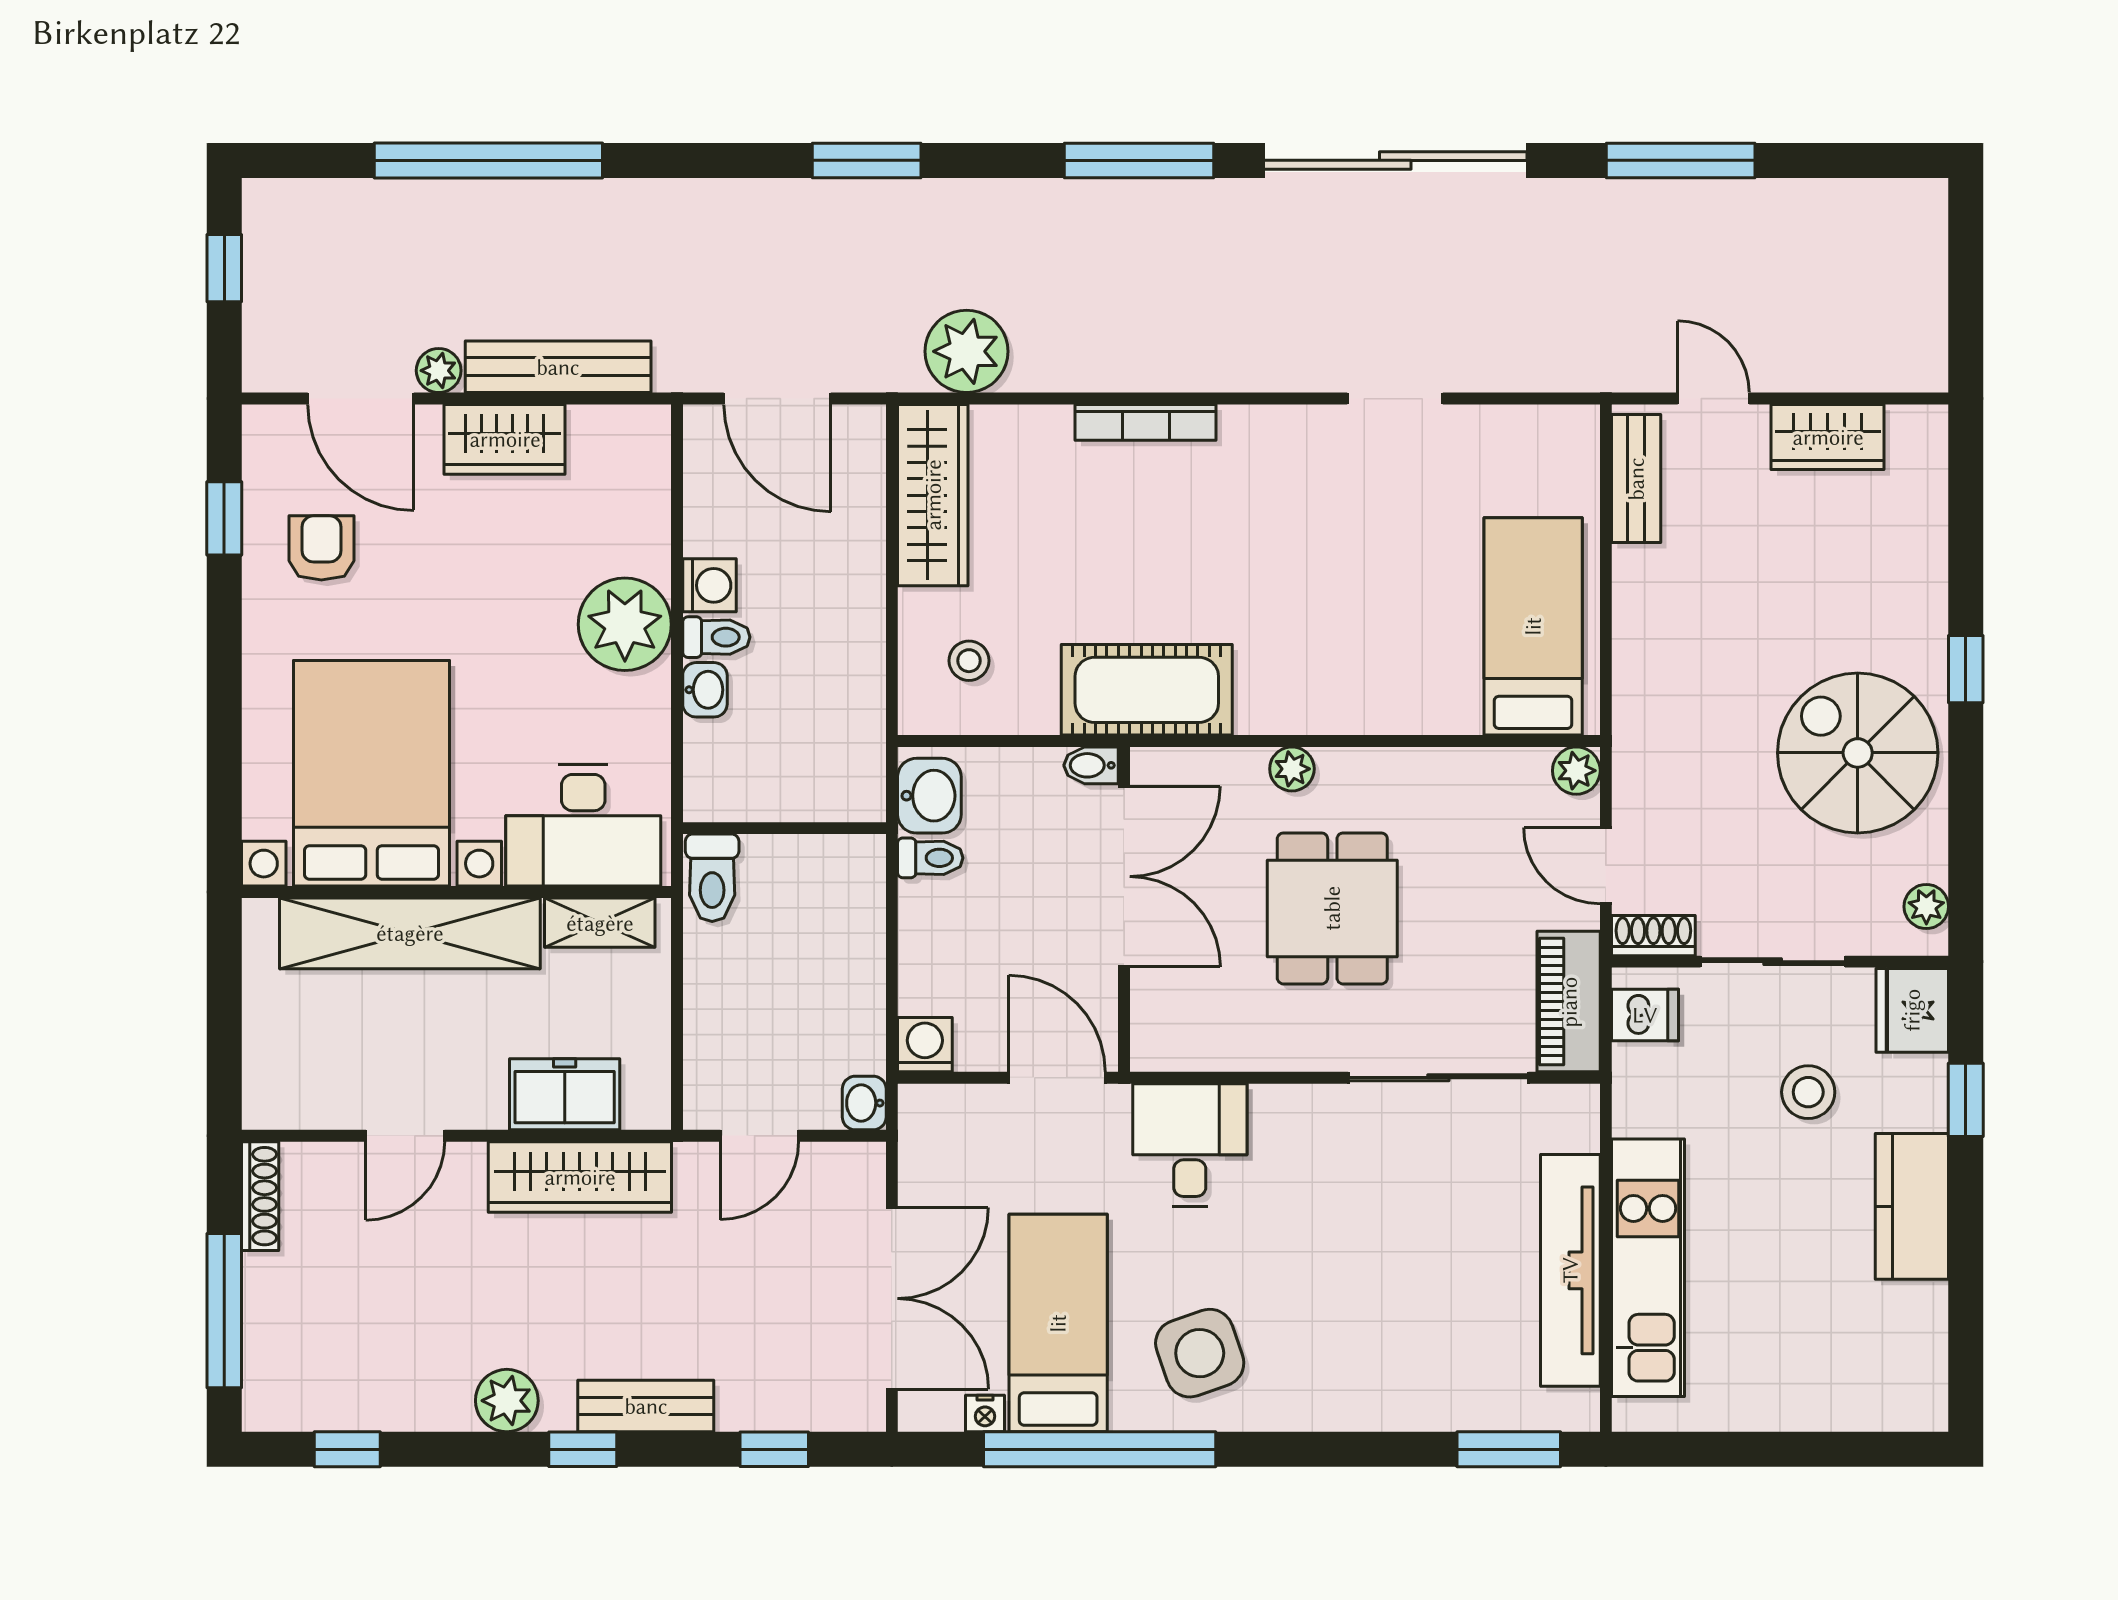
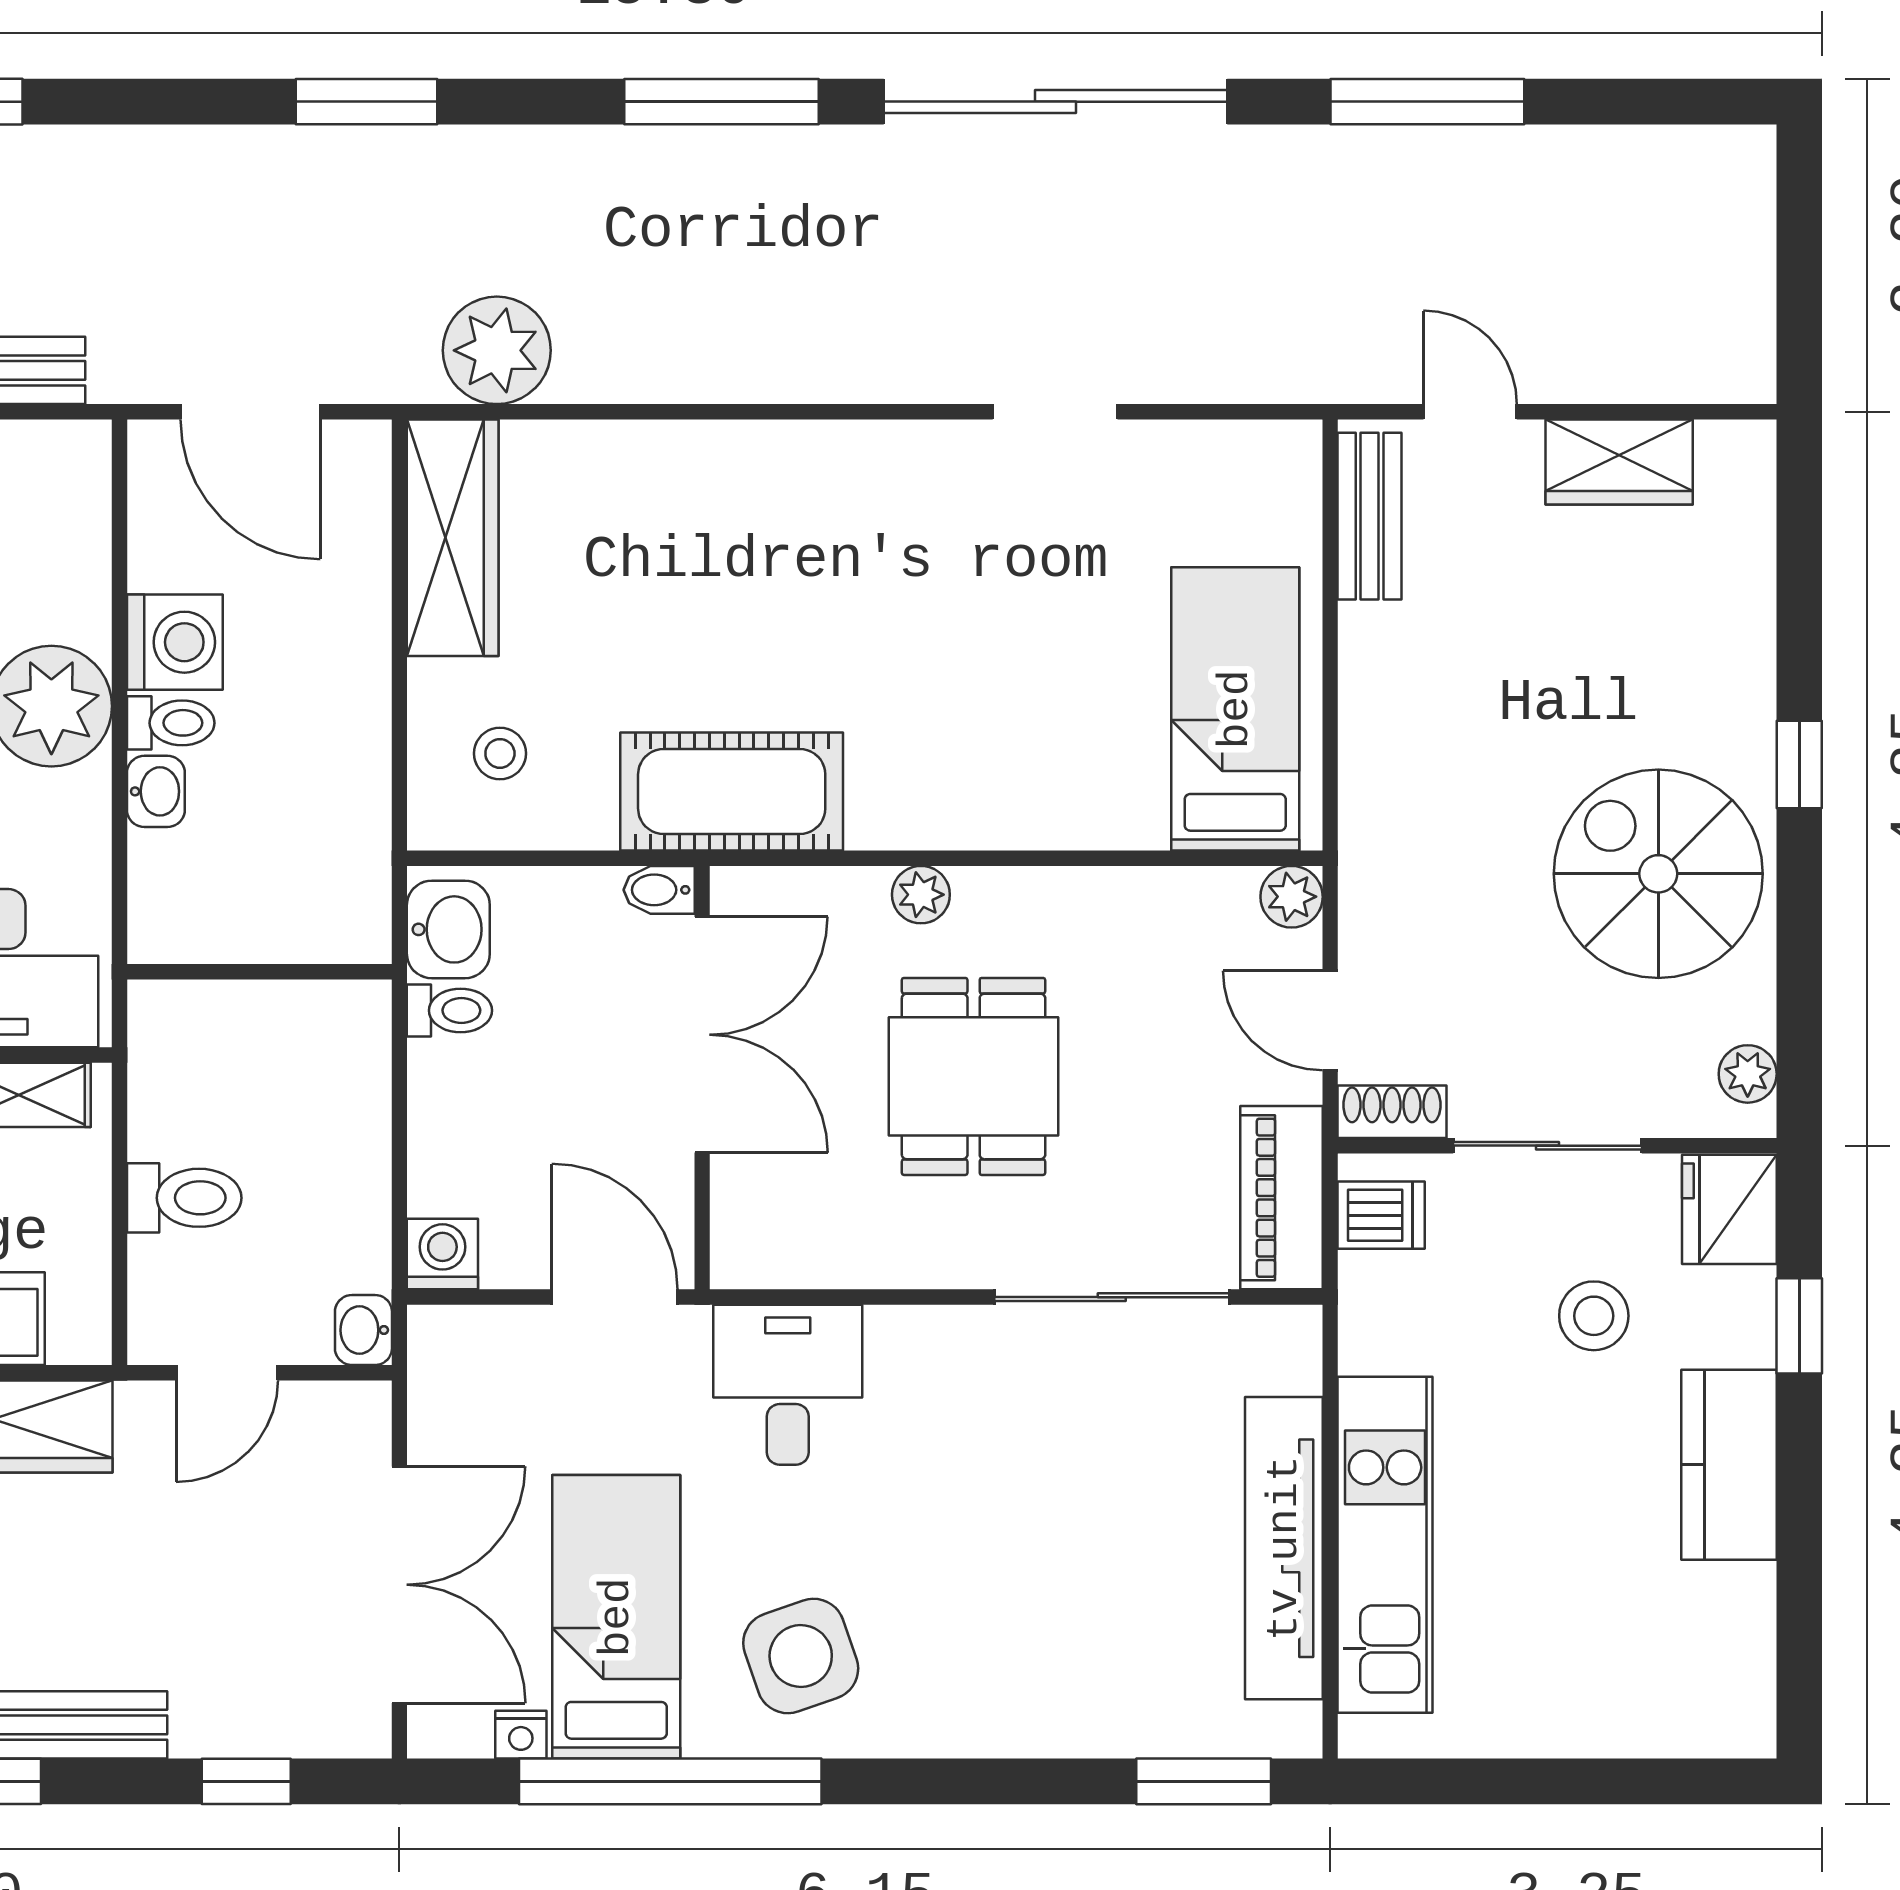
bookcase: (1146, 422) -> (730, 443), removed
washing machine: (709, 585) -> (175, 642), width x1.38, depth x1.38
toilet: (712, 878) -> (184, 1198), moved, turned -90

